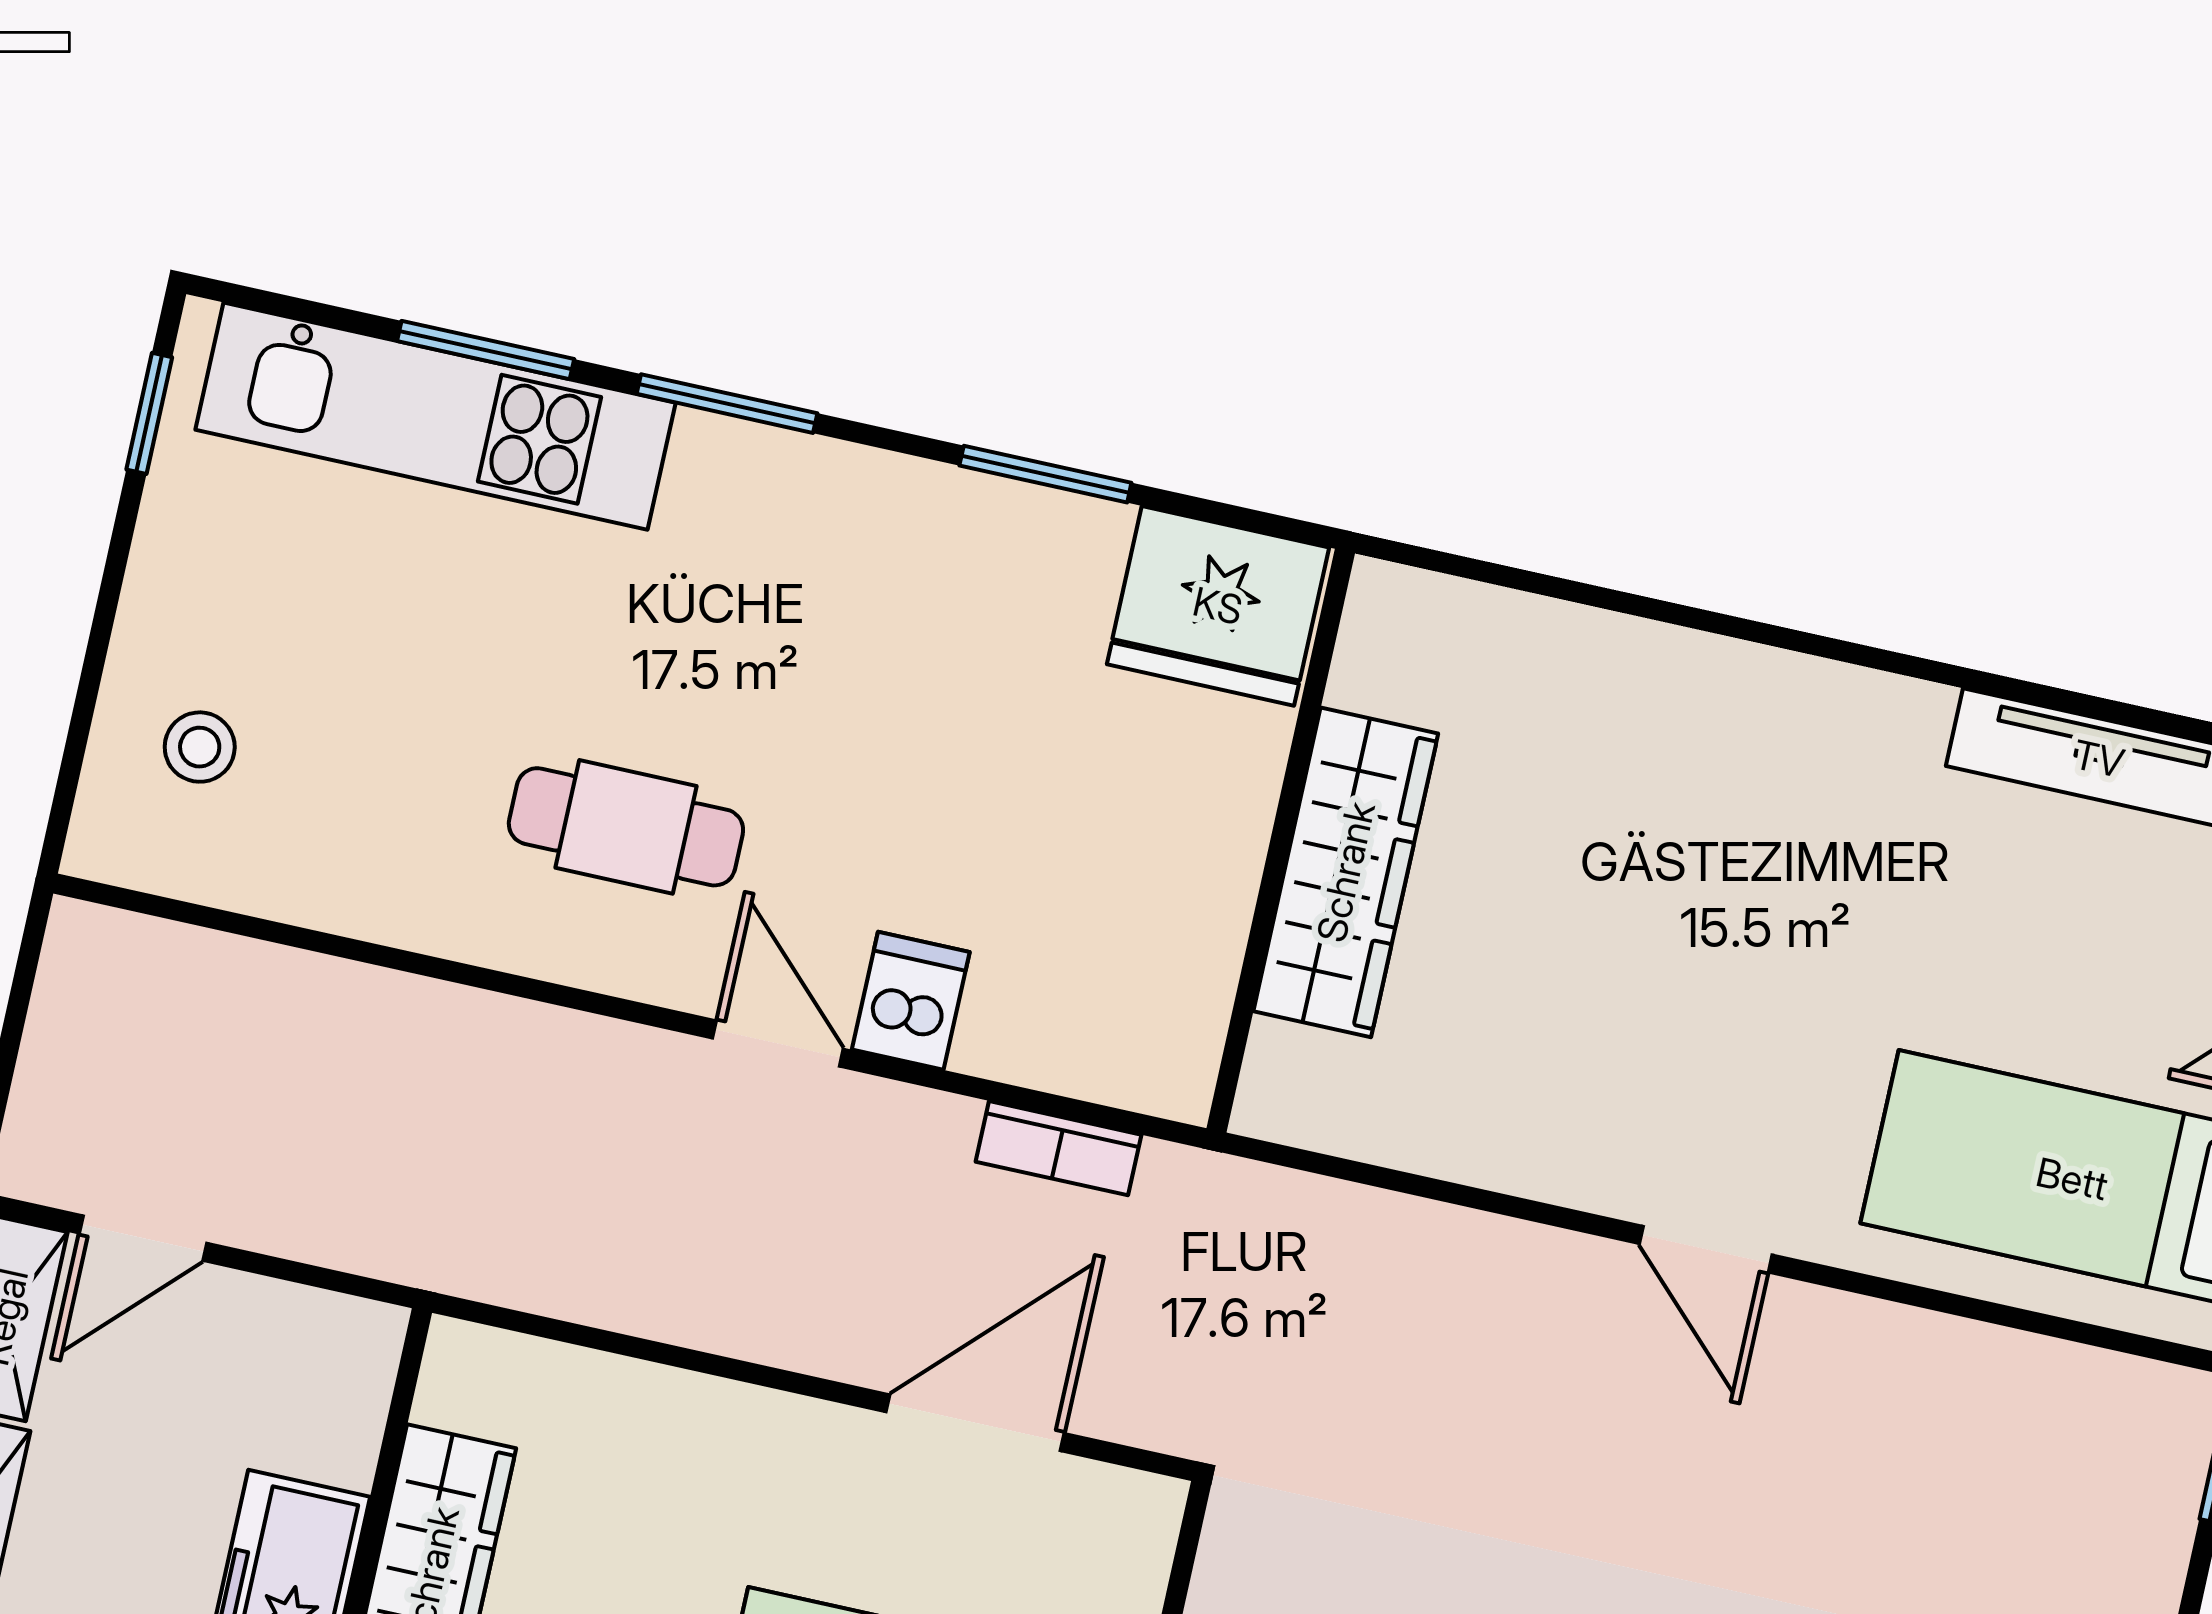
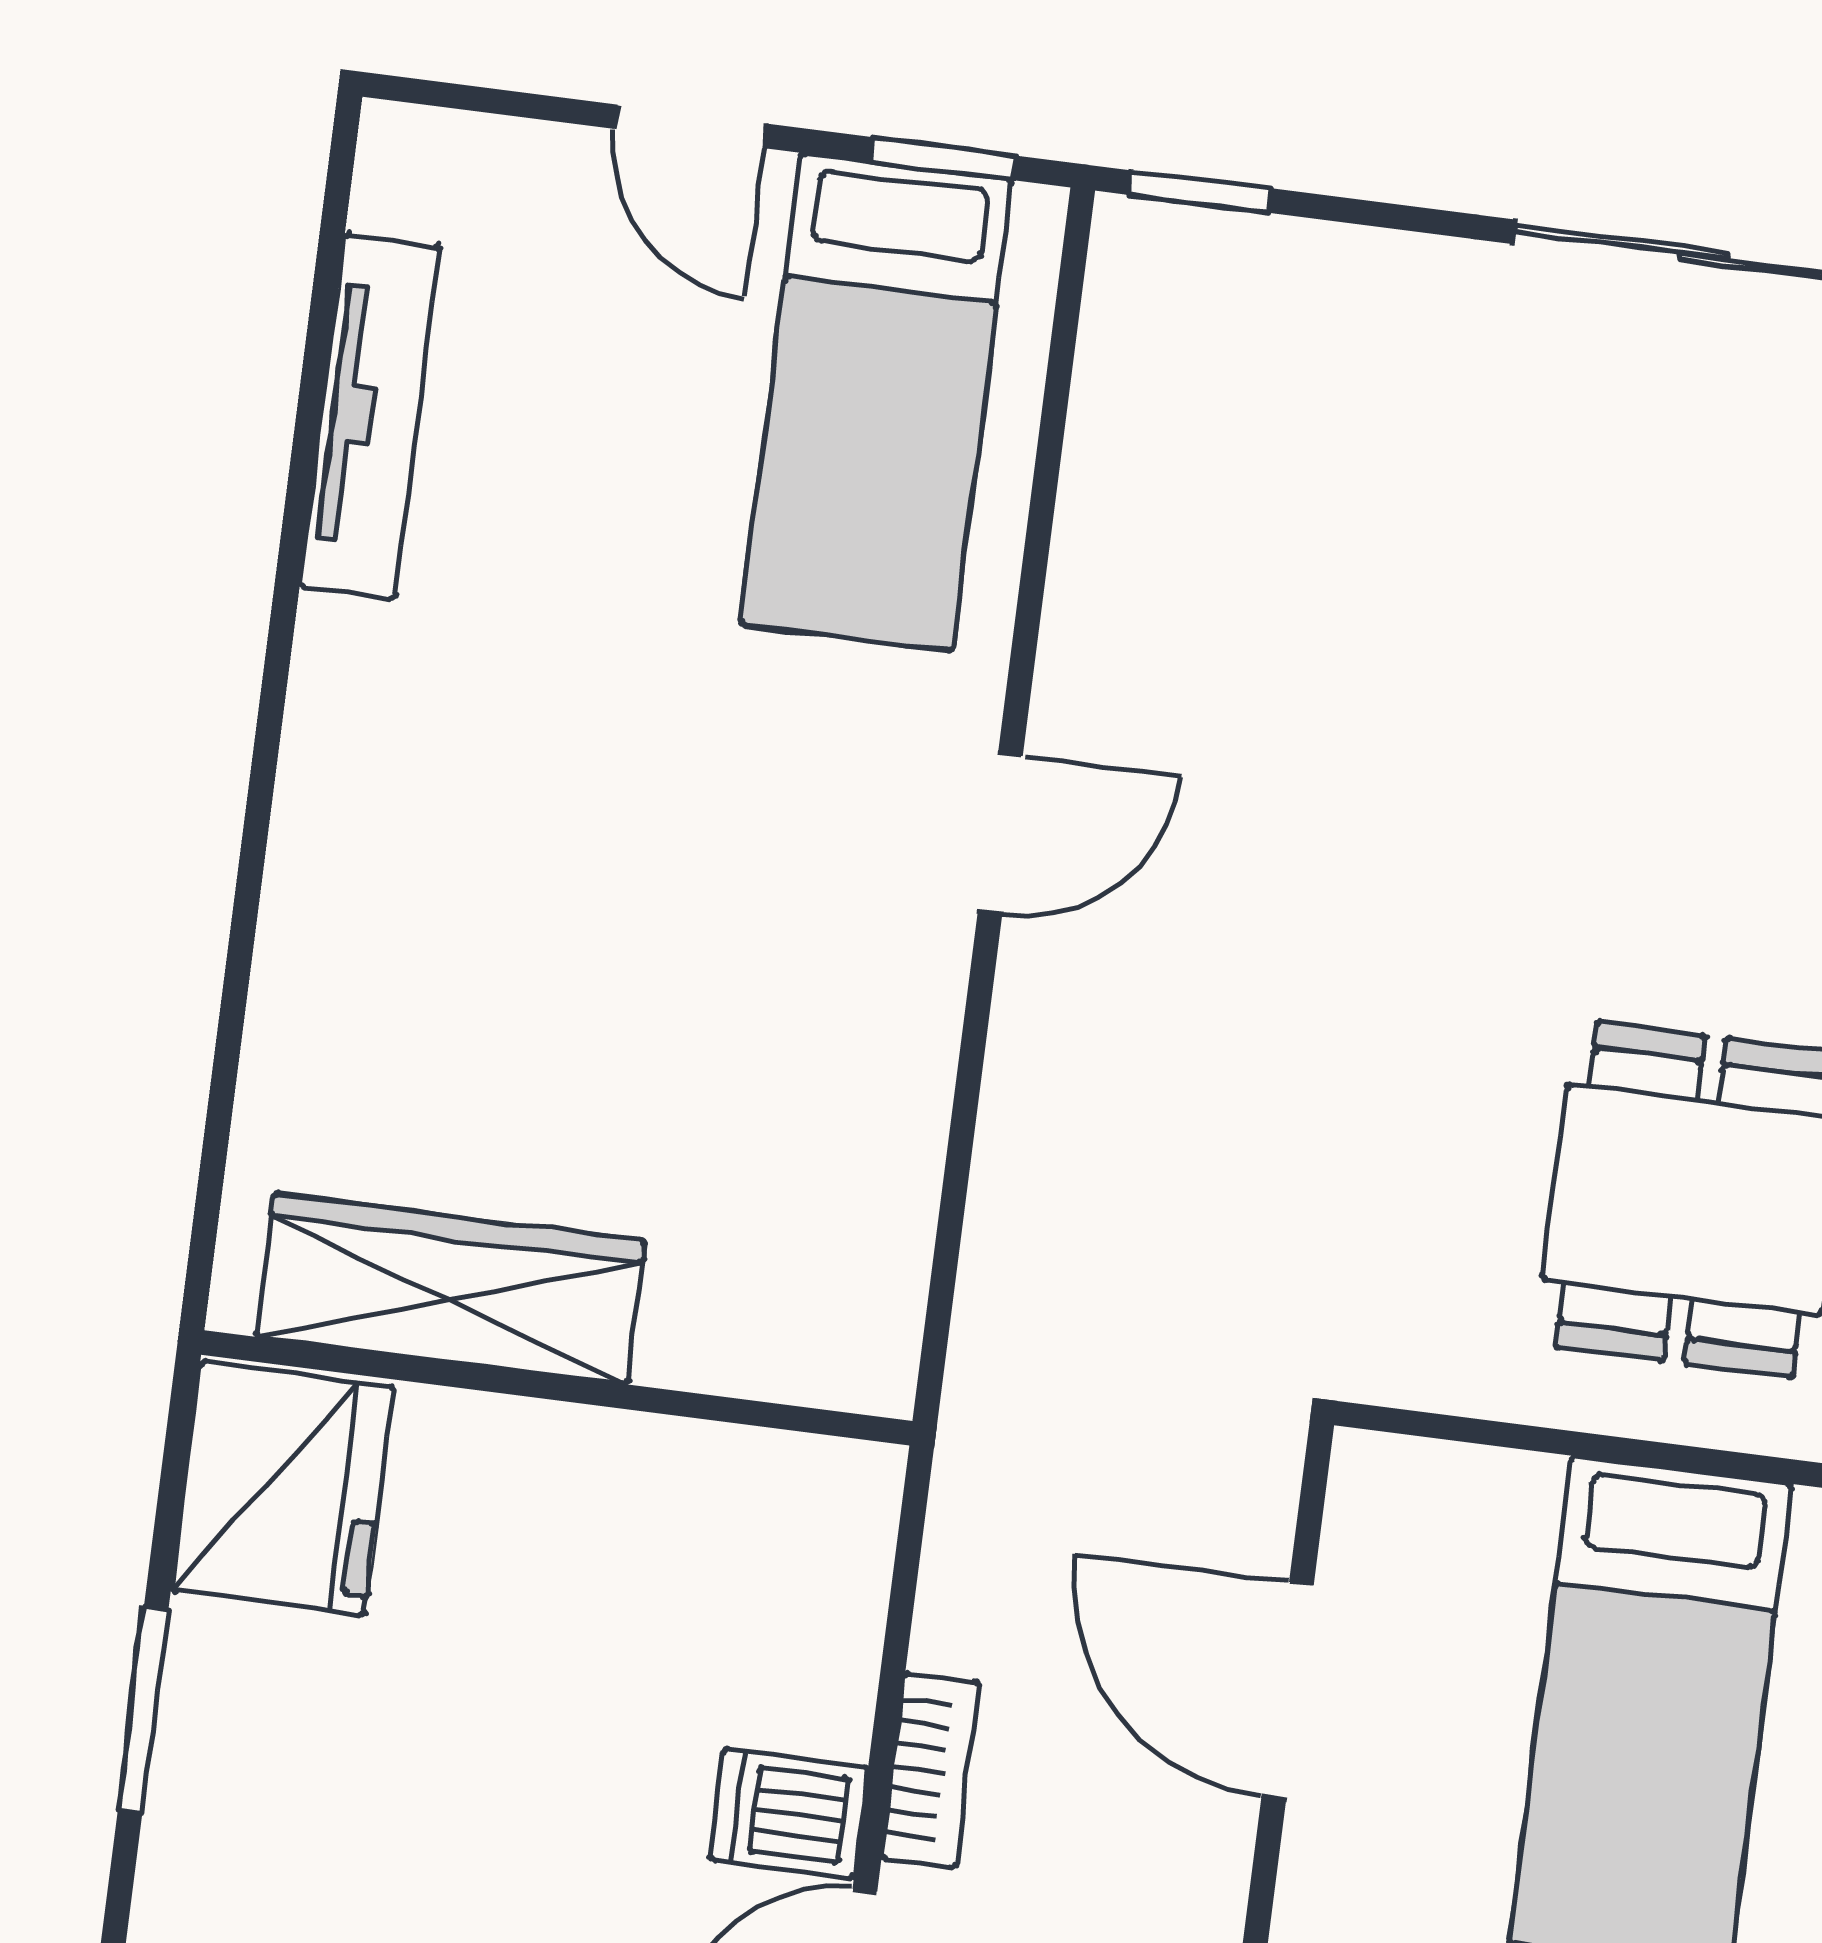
wardrobe: (1346, 872) -> (450, 1289), moved
bookcase: (1058, 1148) -> (930, 1770), moved

